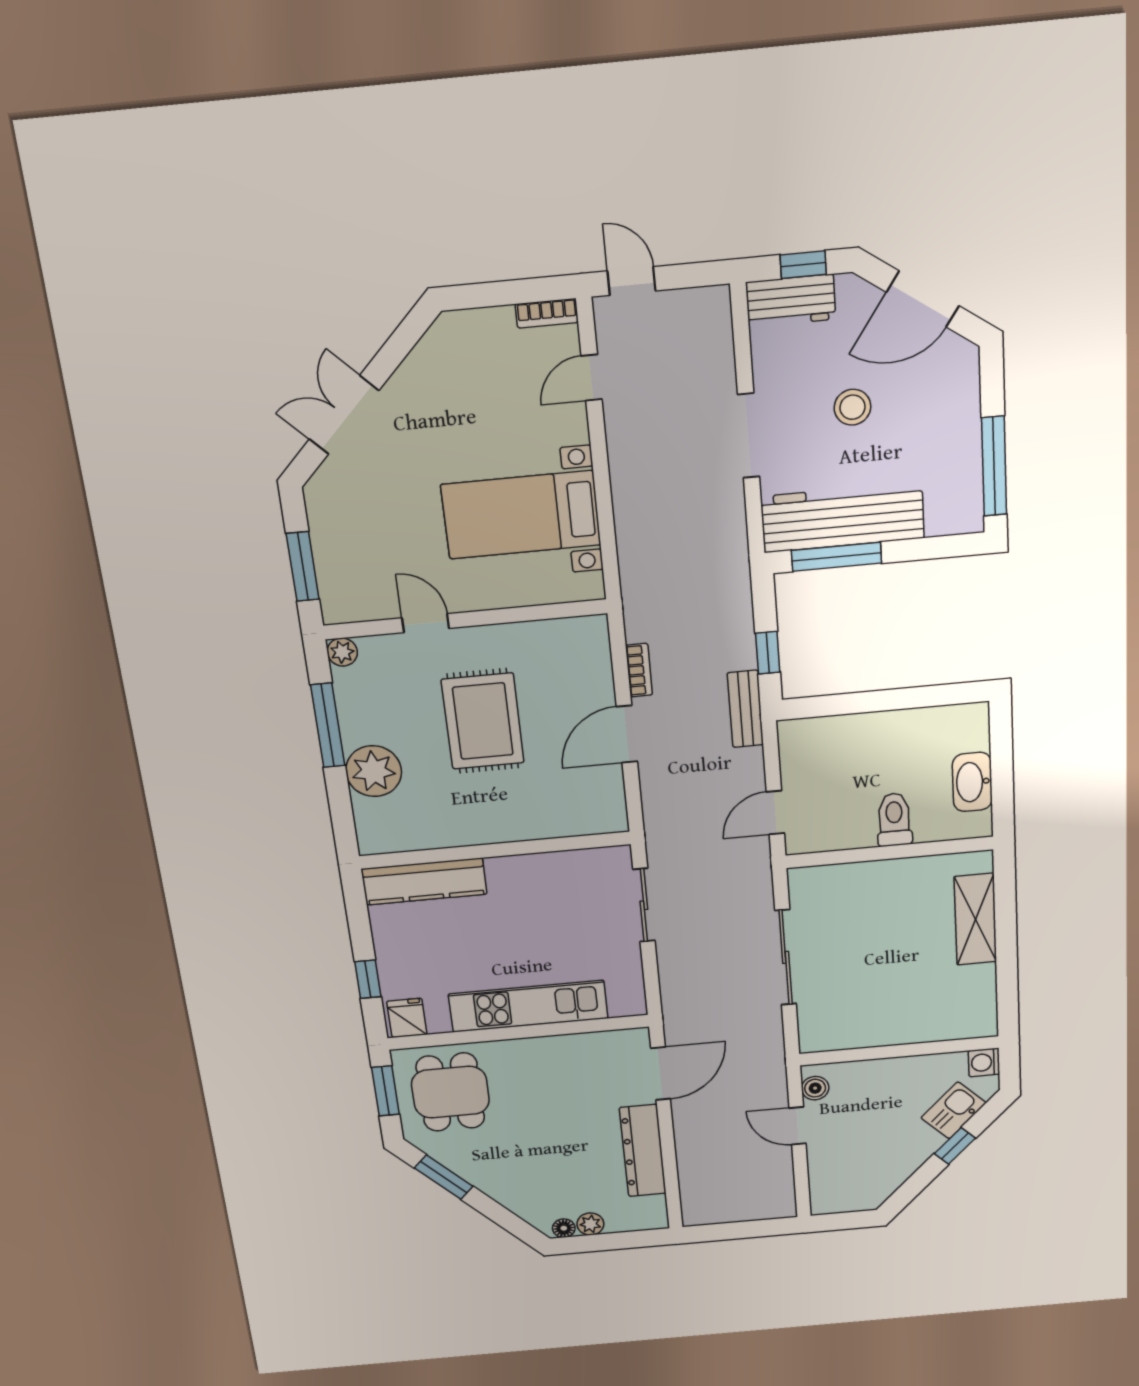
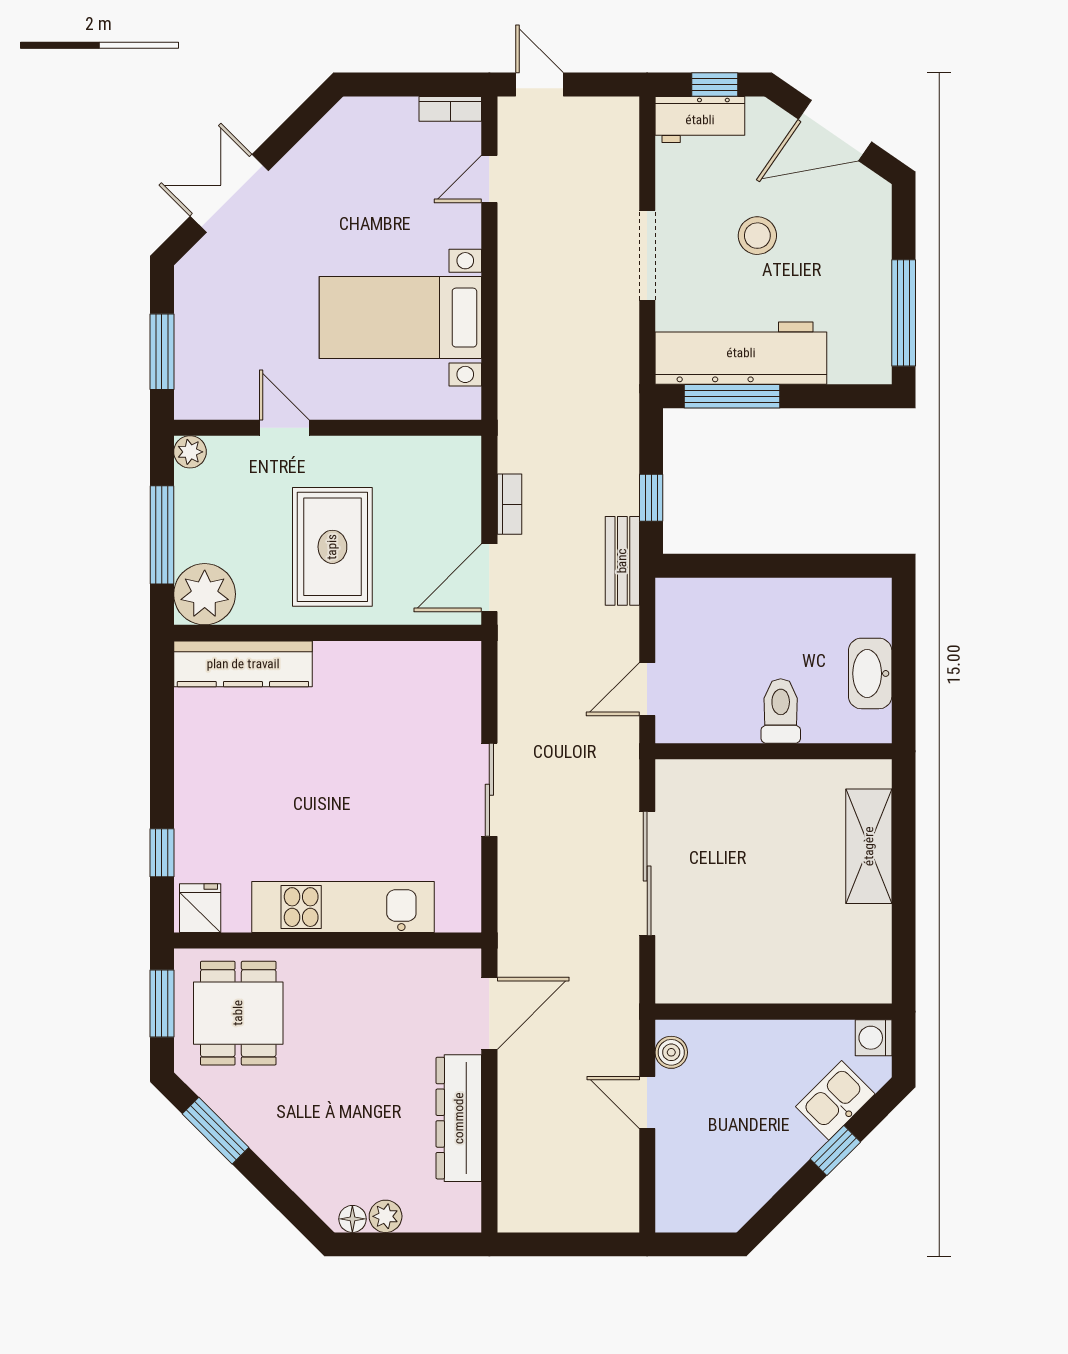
wall: (495, 850) -> (328, 633), moved
kitchen counter: (424, 882) -> (243, 664), moved

